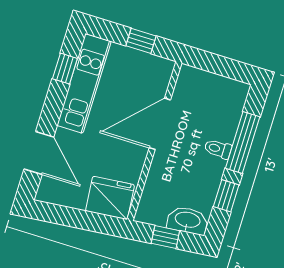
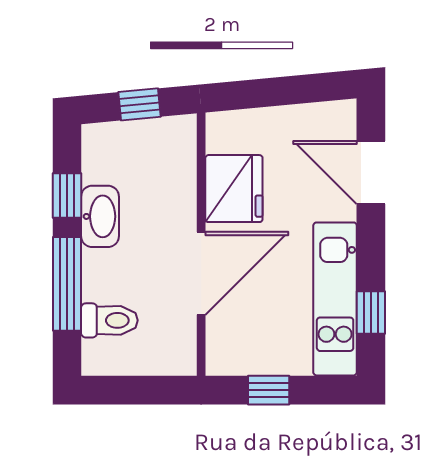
toilet: (218, 149) -> (109, 320), moved, width x1.37, depth x1.39
fridge: (110, 198) -> (234, 189), moved, turned -85
washbasin: (187, 220) -> (100, 216), moved, turned -85

